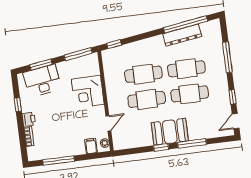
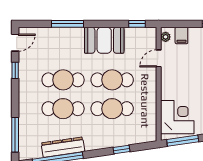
window: (114, 44) -> (122, 149), moved
window: (227, 57) -> (15, 135), moved
corner desk: (88, 92) -> (177, 117), moved
booth: (170, 132) -> (104, 40), moved
window: (161, 147) -> (137, 24), moved

